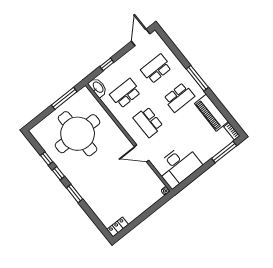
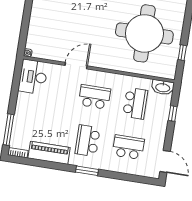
school desk: (156, 69) -> (128, 147), turned -90
window: (197, 78) -> (87, 171), width x0.69
window: (64, 98) -> (182, 53), width x0.46
desk: (178, 166) -> (33, 77), width x0.73, depth x0.77

